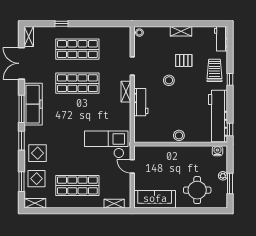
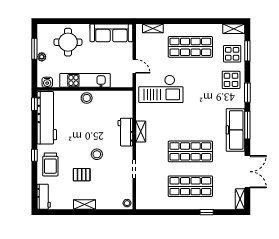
shelving: (126, 92) -> (141, 132), moved
kitchen unit: (181, 153) -> (85, 80), added

